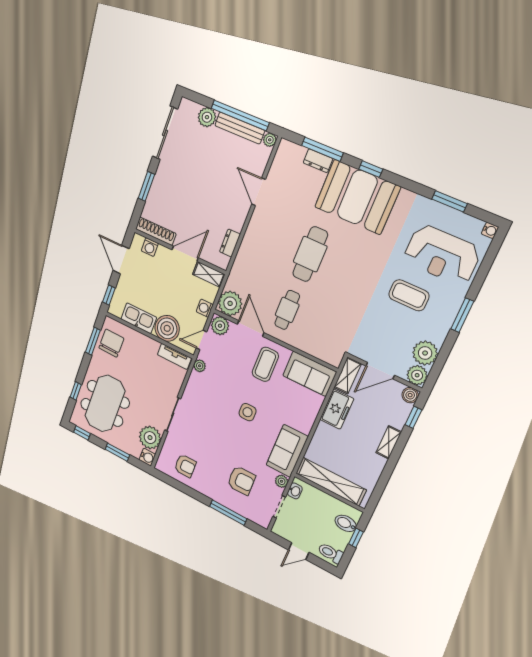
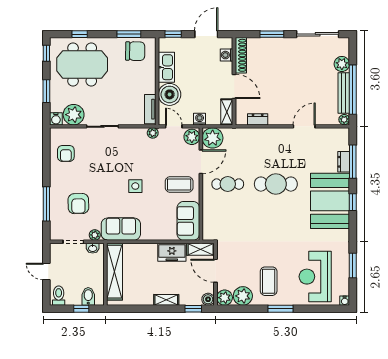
coffee table: (409, 295) -> (269, 281), moved

